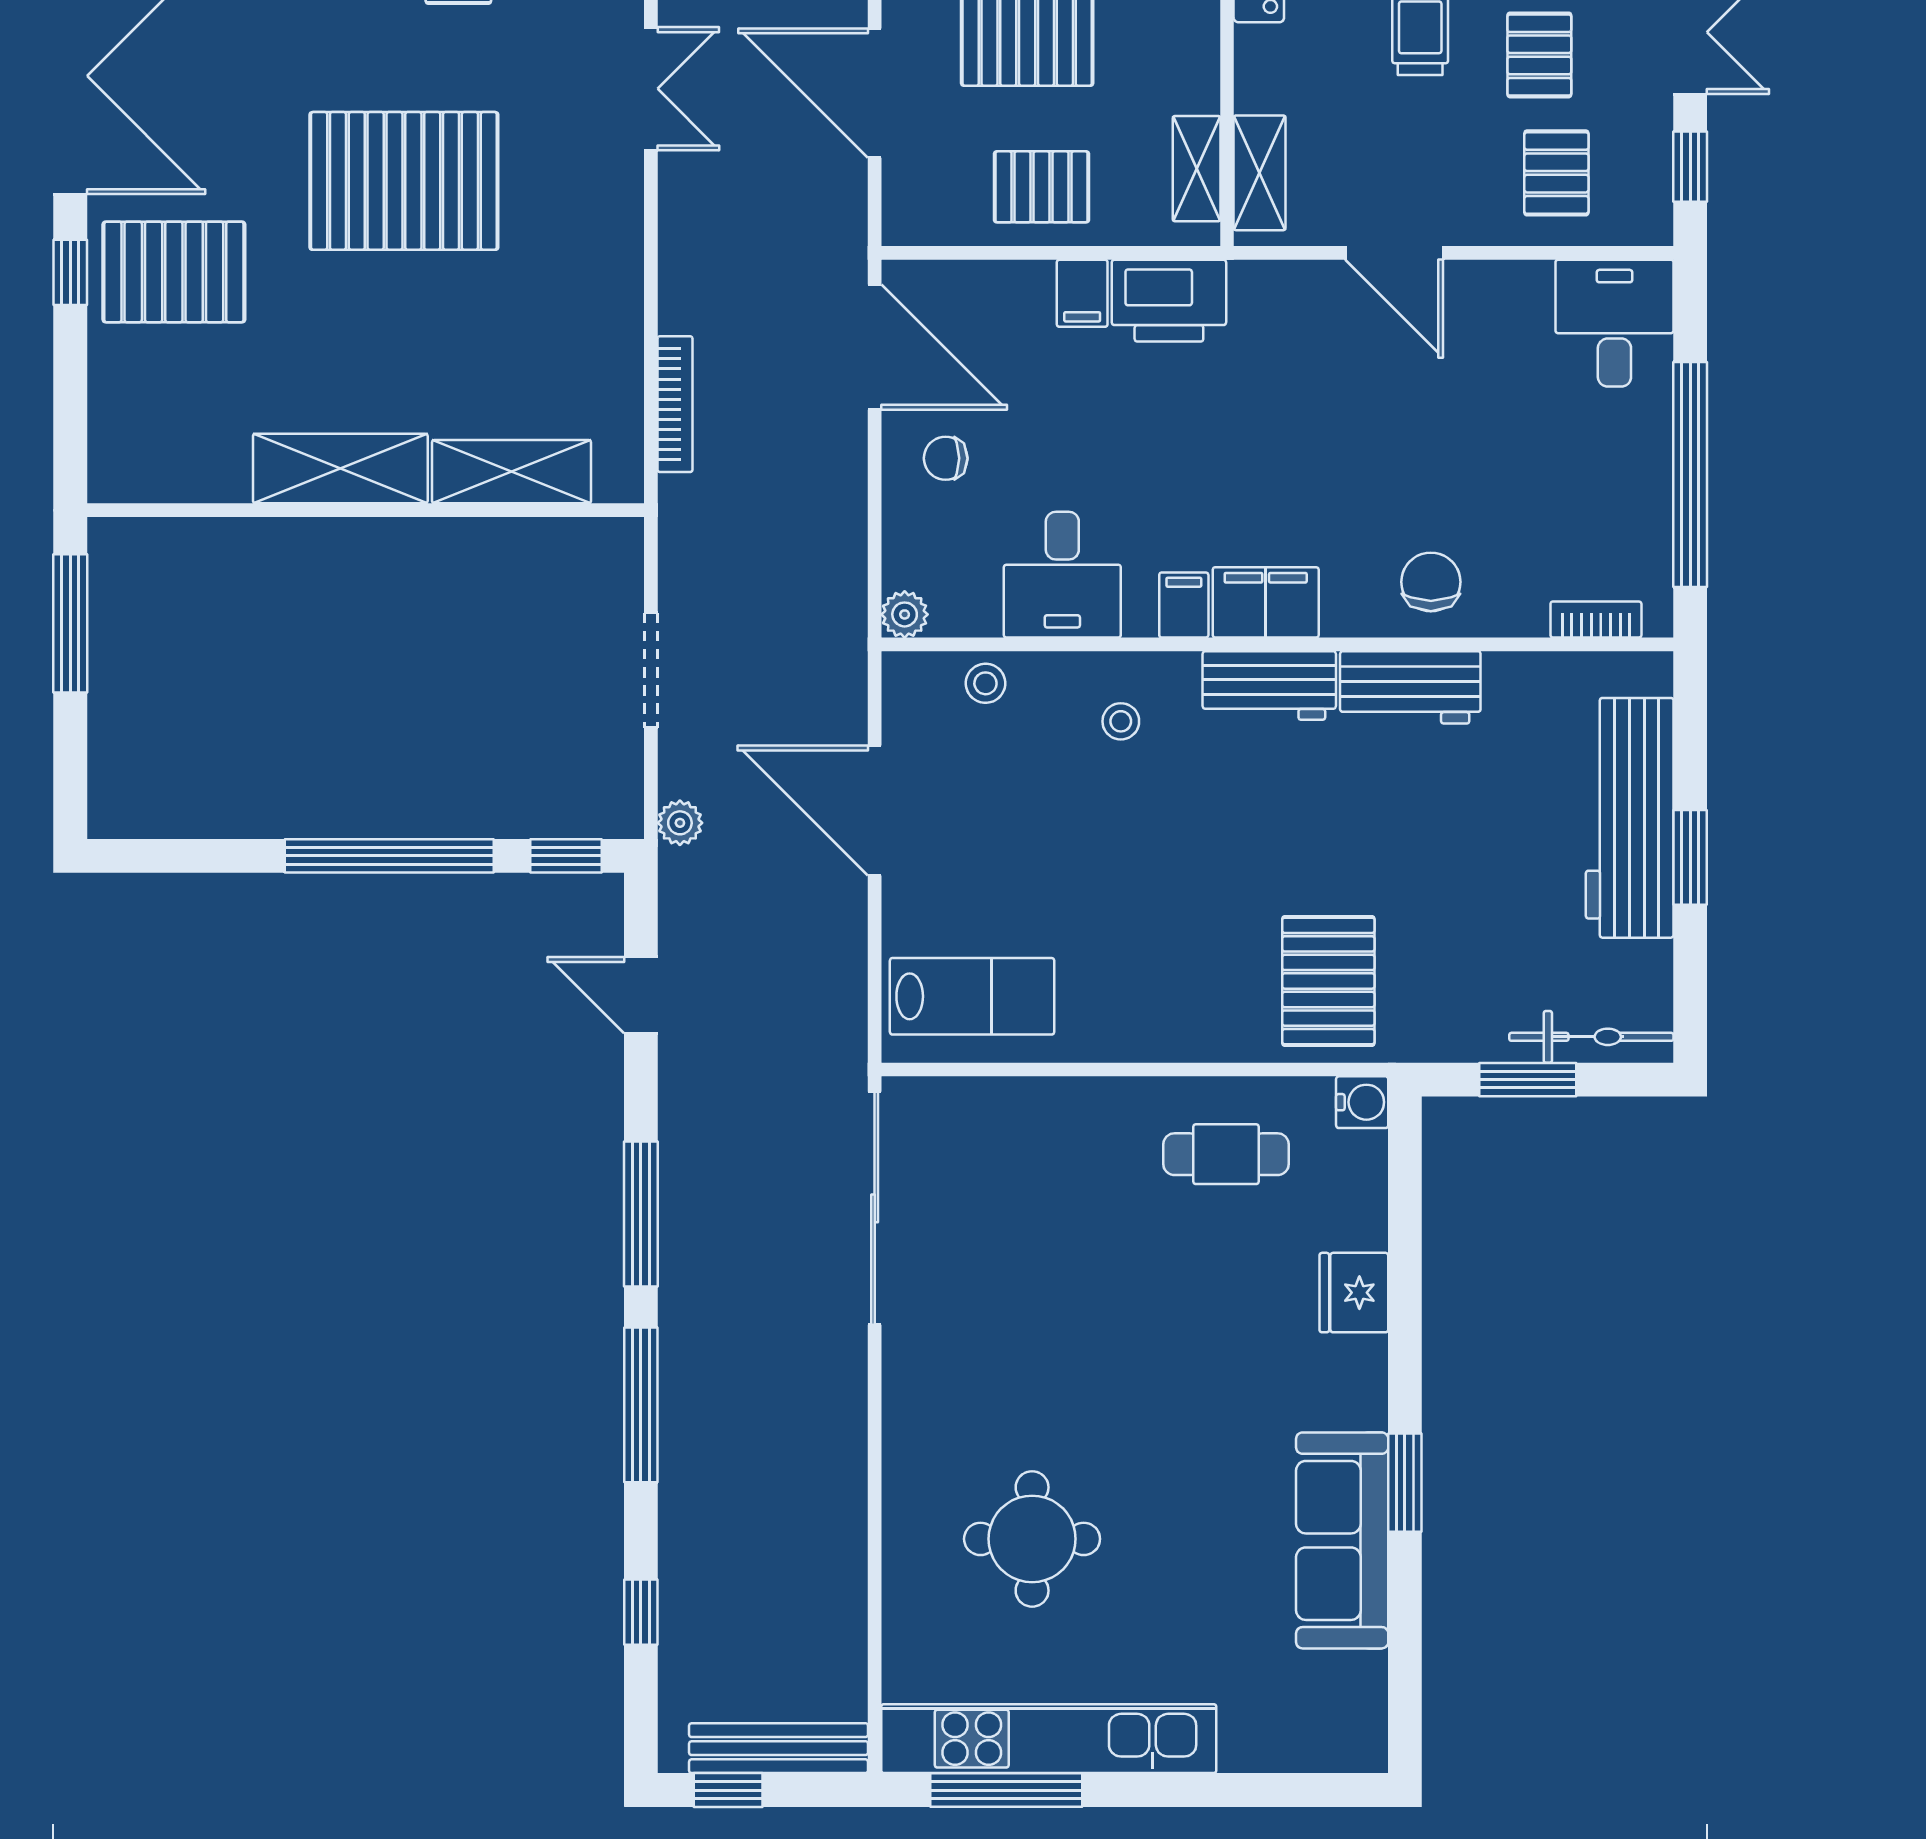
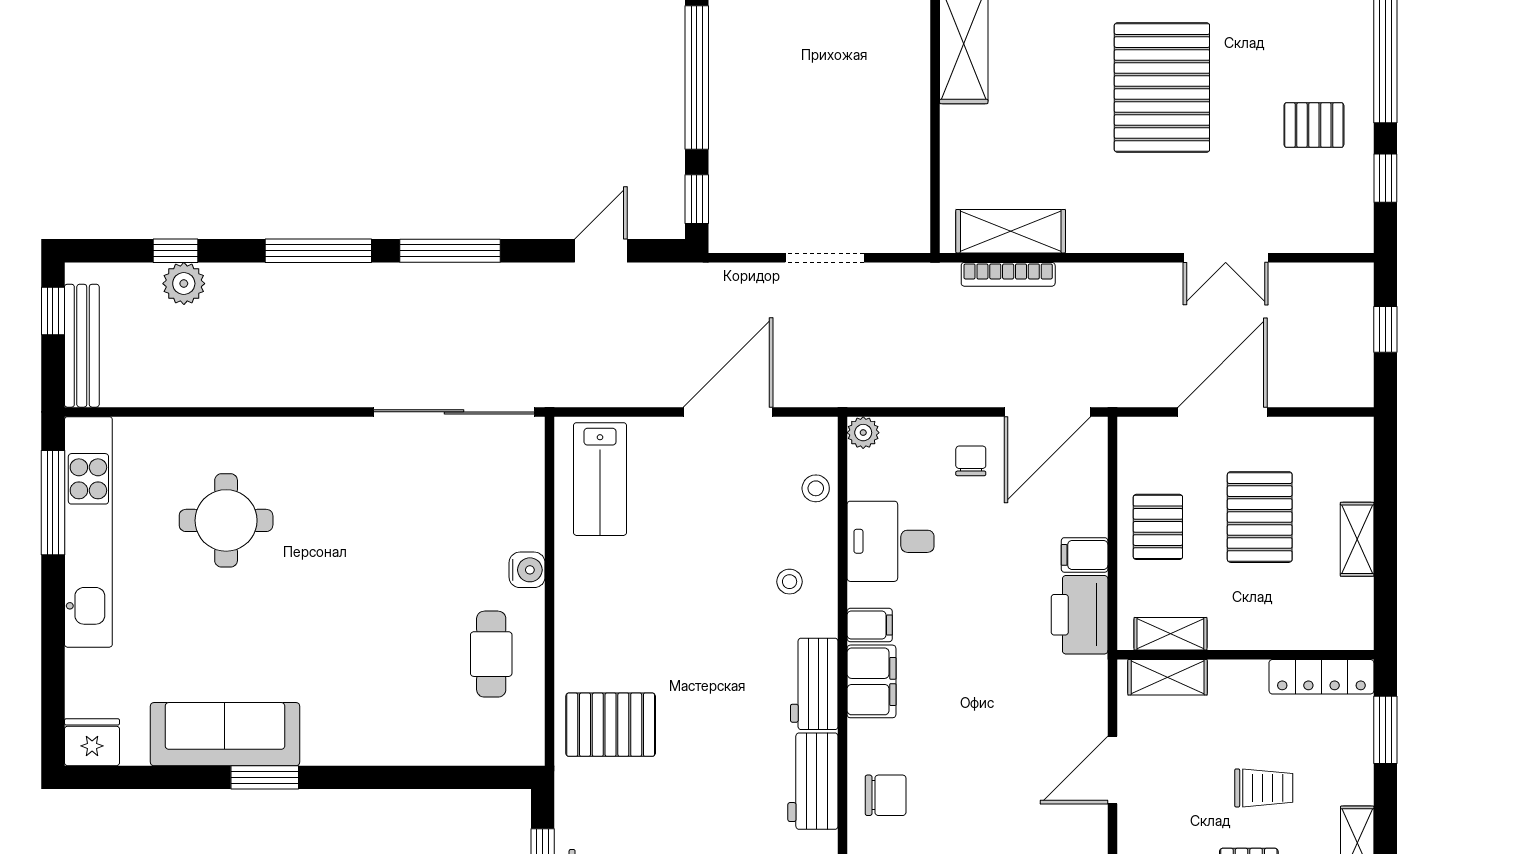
shelving: (512, 472) -> (1011, 231), moved, turned 90
plant: (680, 823) -> (184, 284), moved, width x1.38, depth x1.38
water cooler: (1362, 1102) -> (527, 570), moved, turned -90
fridge: (1354, 1293) -> (92, 742), moved

